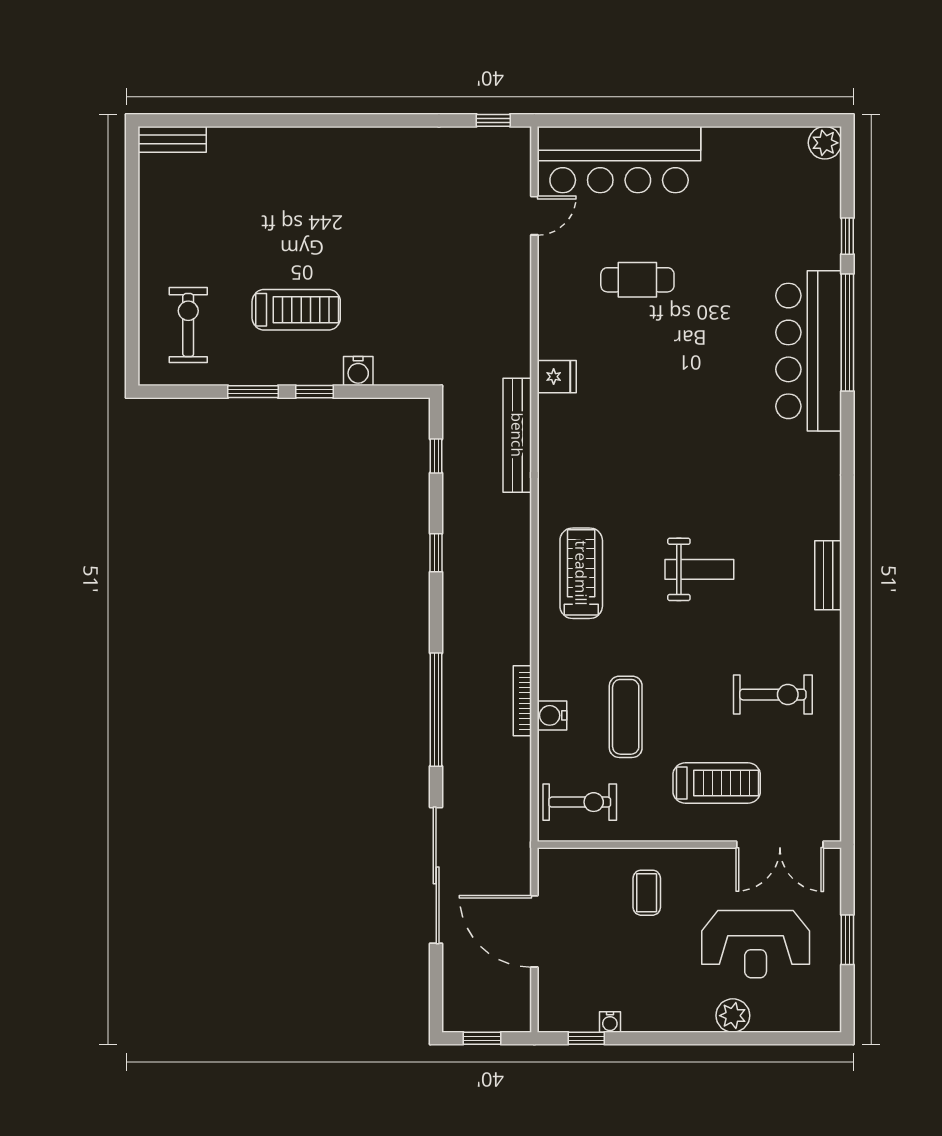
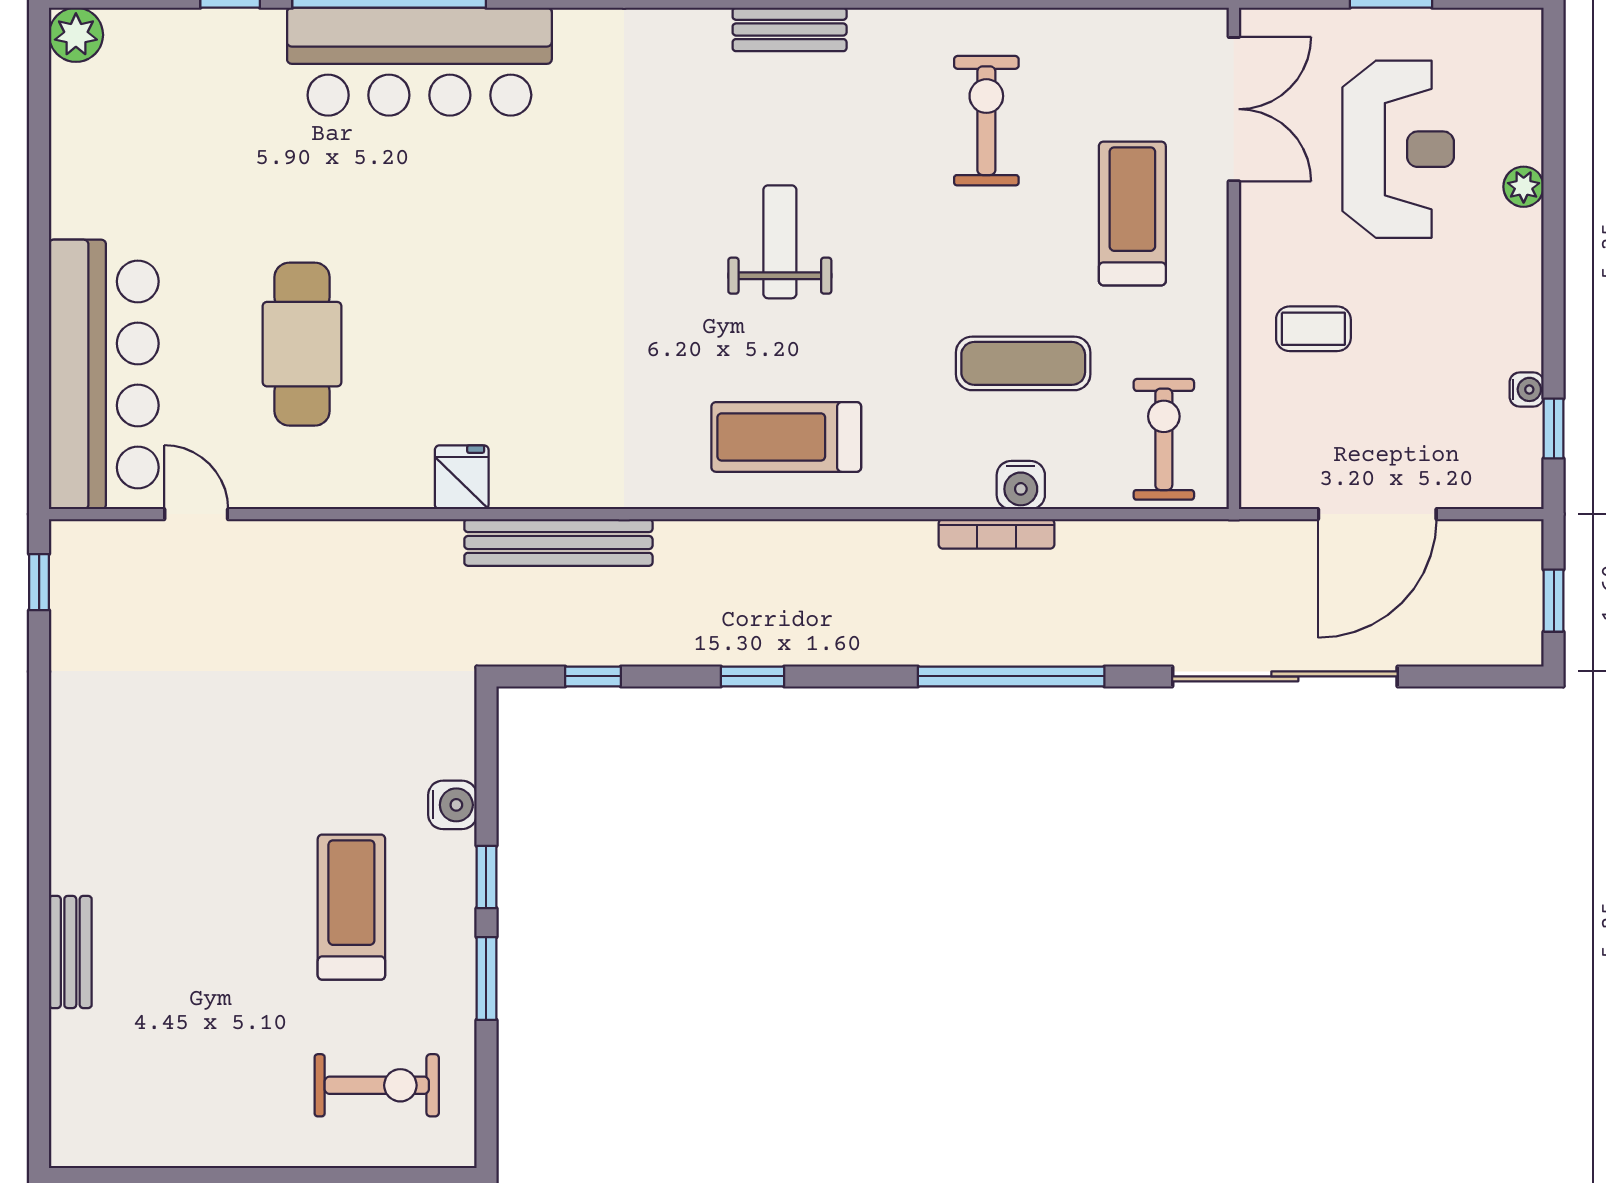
bench: (172, 139) -> (70, 952), moved
cafe table: (637, 280) -> (302, 344), width x1.37, depth x1.35
exercise bike: (188, 325) -> (377, 1085), turned 180
plant: (733, 1016) -> (1524, 187), width x0.73, depth x0.73

